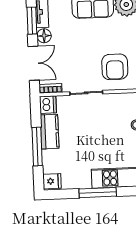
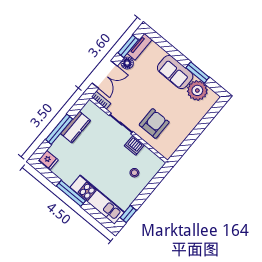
armchair: (115, 67) -> (154, 123), turned 180
dishwasher: (48, 105) -> (134, 145), moved, turned 90

